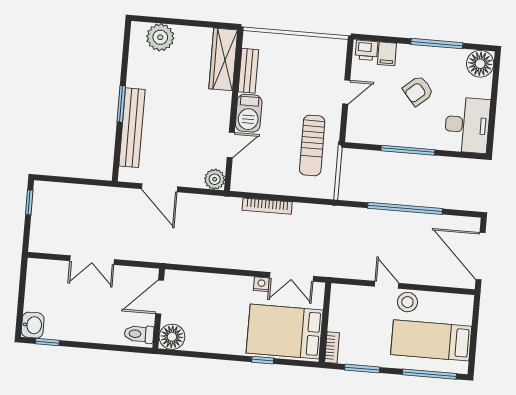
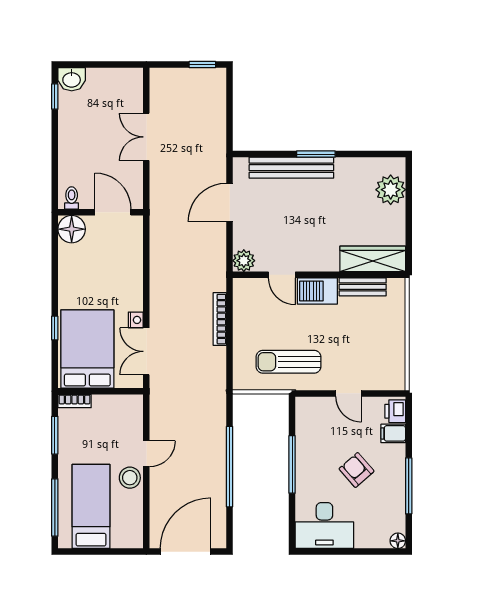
floor lamp: (480, 64) -> (398, 541), width x0.53, depth x0.53
toilet: (139, 334) -> (72, 198), width x0.73, depth x0.72

